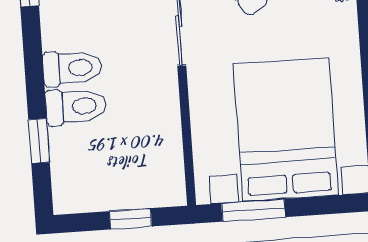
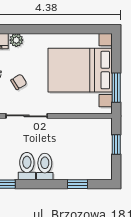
toilet: (76, 107) -> (27, 166), moved

